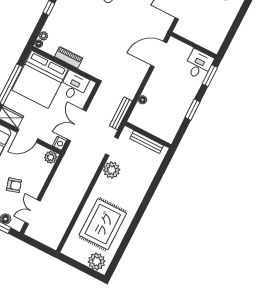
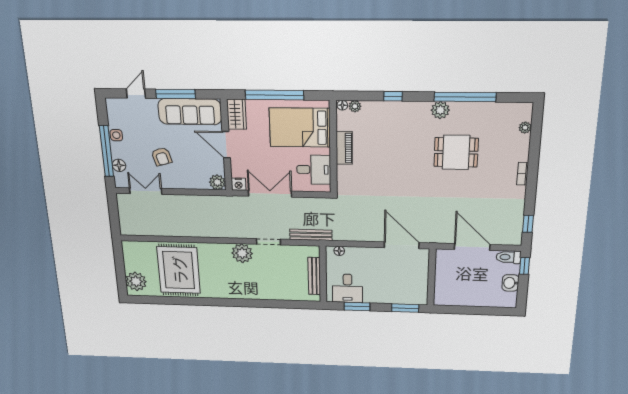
desk: (199, 64) -> (347, 288), moved, turned 90
bed: (40, 80) -> (300, 127), width x0.73
wall: (148, 135) -> (323, 274), moved
bench: (147, 142) -> (314, 276), moved
rug: (103, 224) -> (179, 270), turned 90

